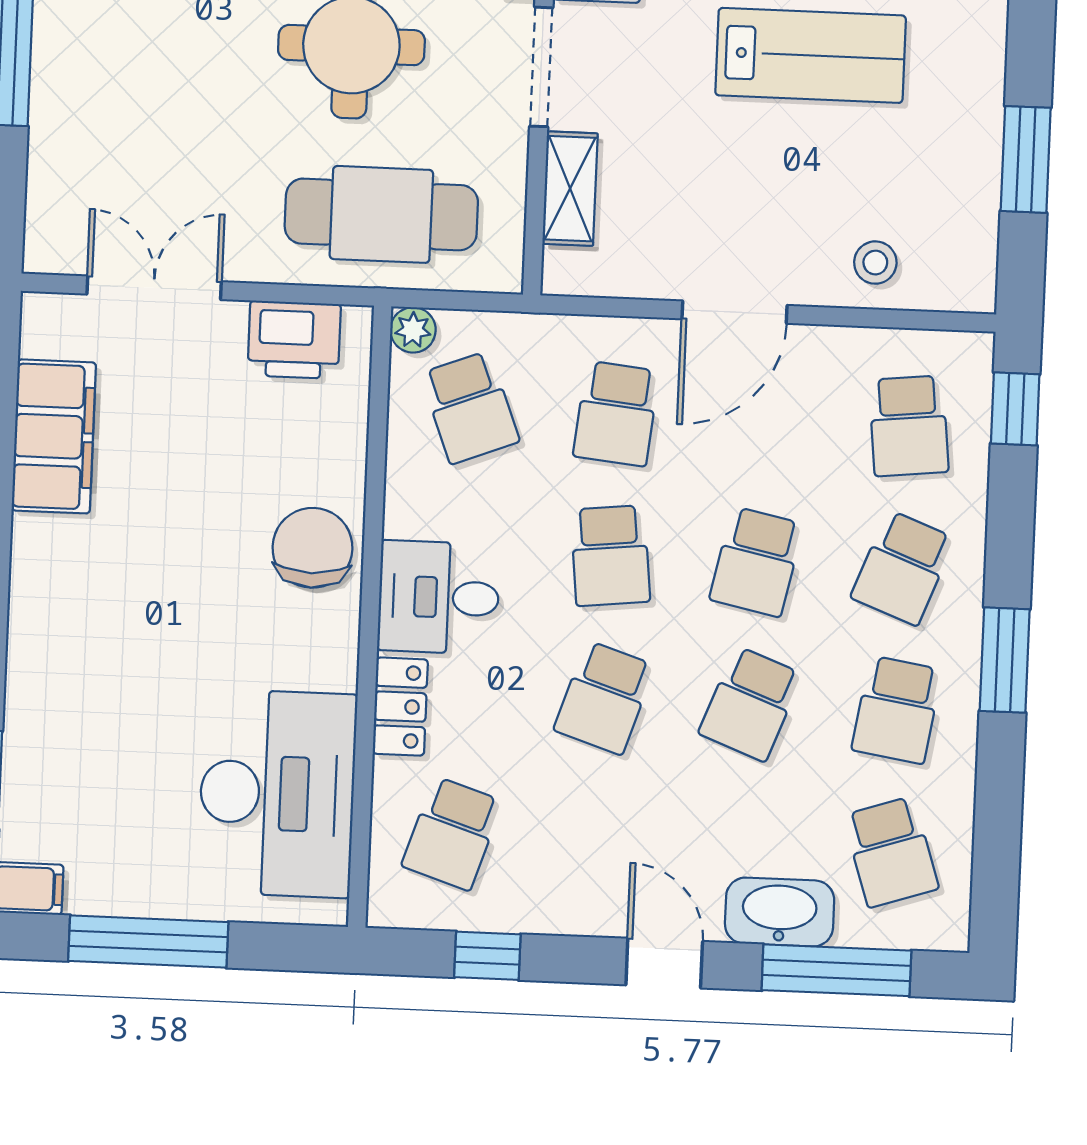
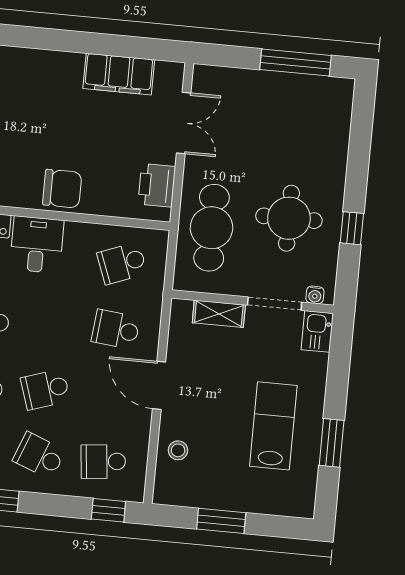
lab bench: (811, 55) -> (273, 426), turned 180
plant: (413, 330) -> (158, 239), removed
school desk: (610, 556) -> (52, 323), removed
school desk: (756, 562) -> (45, 389), turned -30

